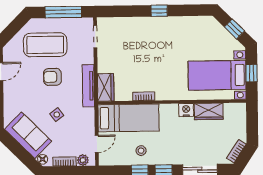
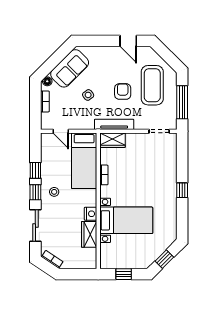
bed with nightstands: (217, 75) -> (126, 220), moved, turned 90
stool: (141, 151) -> (54, 192), moved
plant: (83, 160) -> (46, 118), removed

